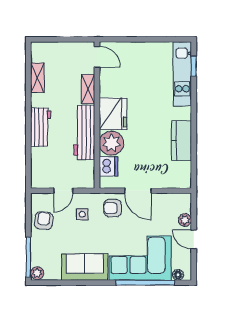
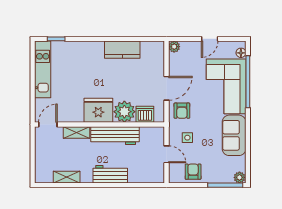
kitchen unit: (182, 74) -> (43, 69), moved, turned -90
plant: (185, 220) -> (174, 47), moved
armchair: (44, 221) -> (193, 172), turned 84

